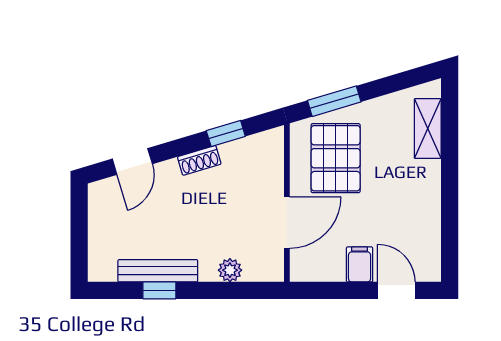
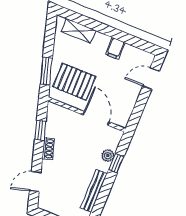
door: (132, 161) -> (35, 181), swing flipped
filing cabinet: (360, 264) -> (115, 48), moved, turned -90
window: (159, 290) -> (116, 163), moved

